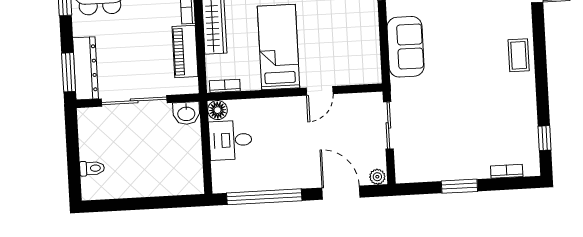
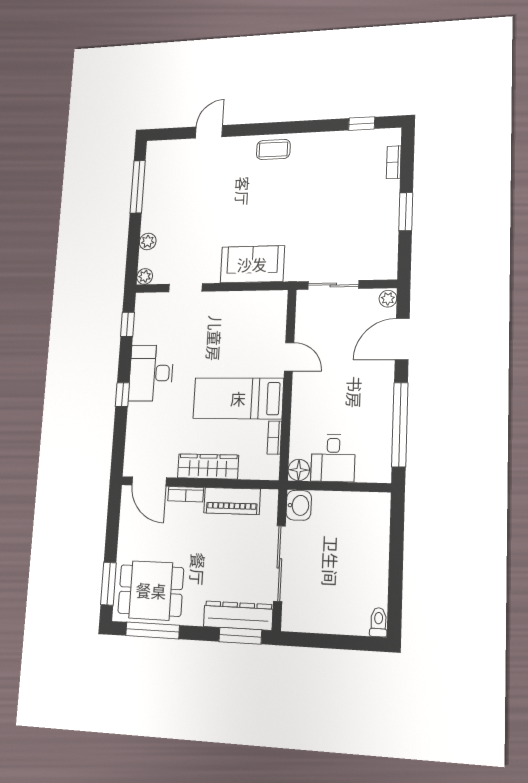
bookcase: (225, 86) -> (274, 438), moved
toilet: (92, 168) -> (378, 622), moved

